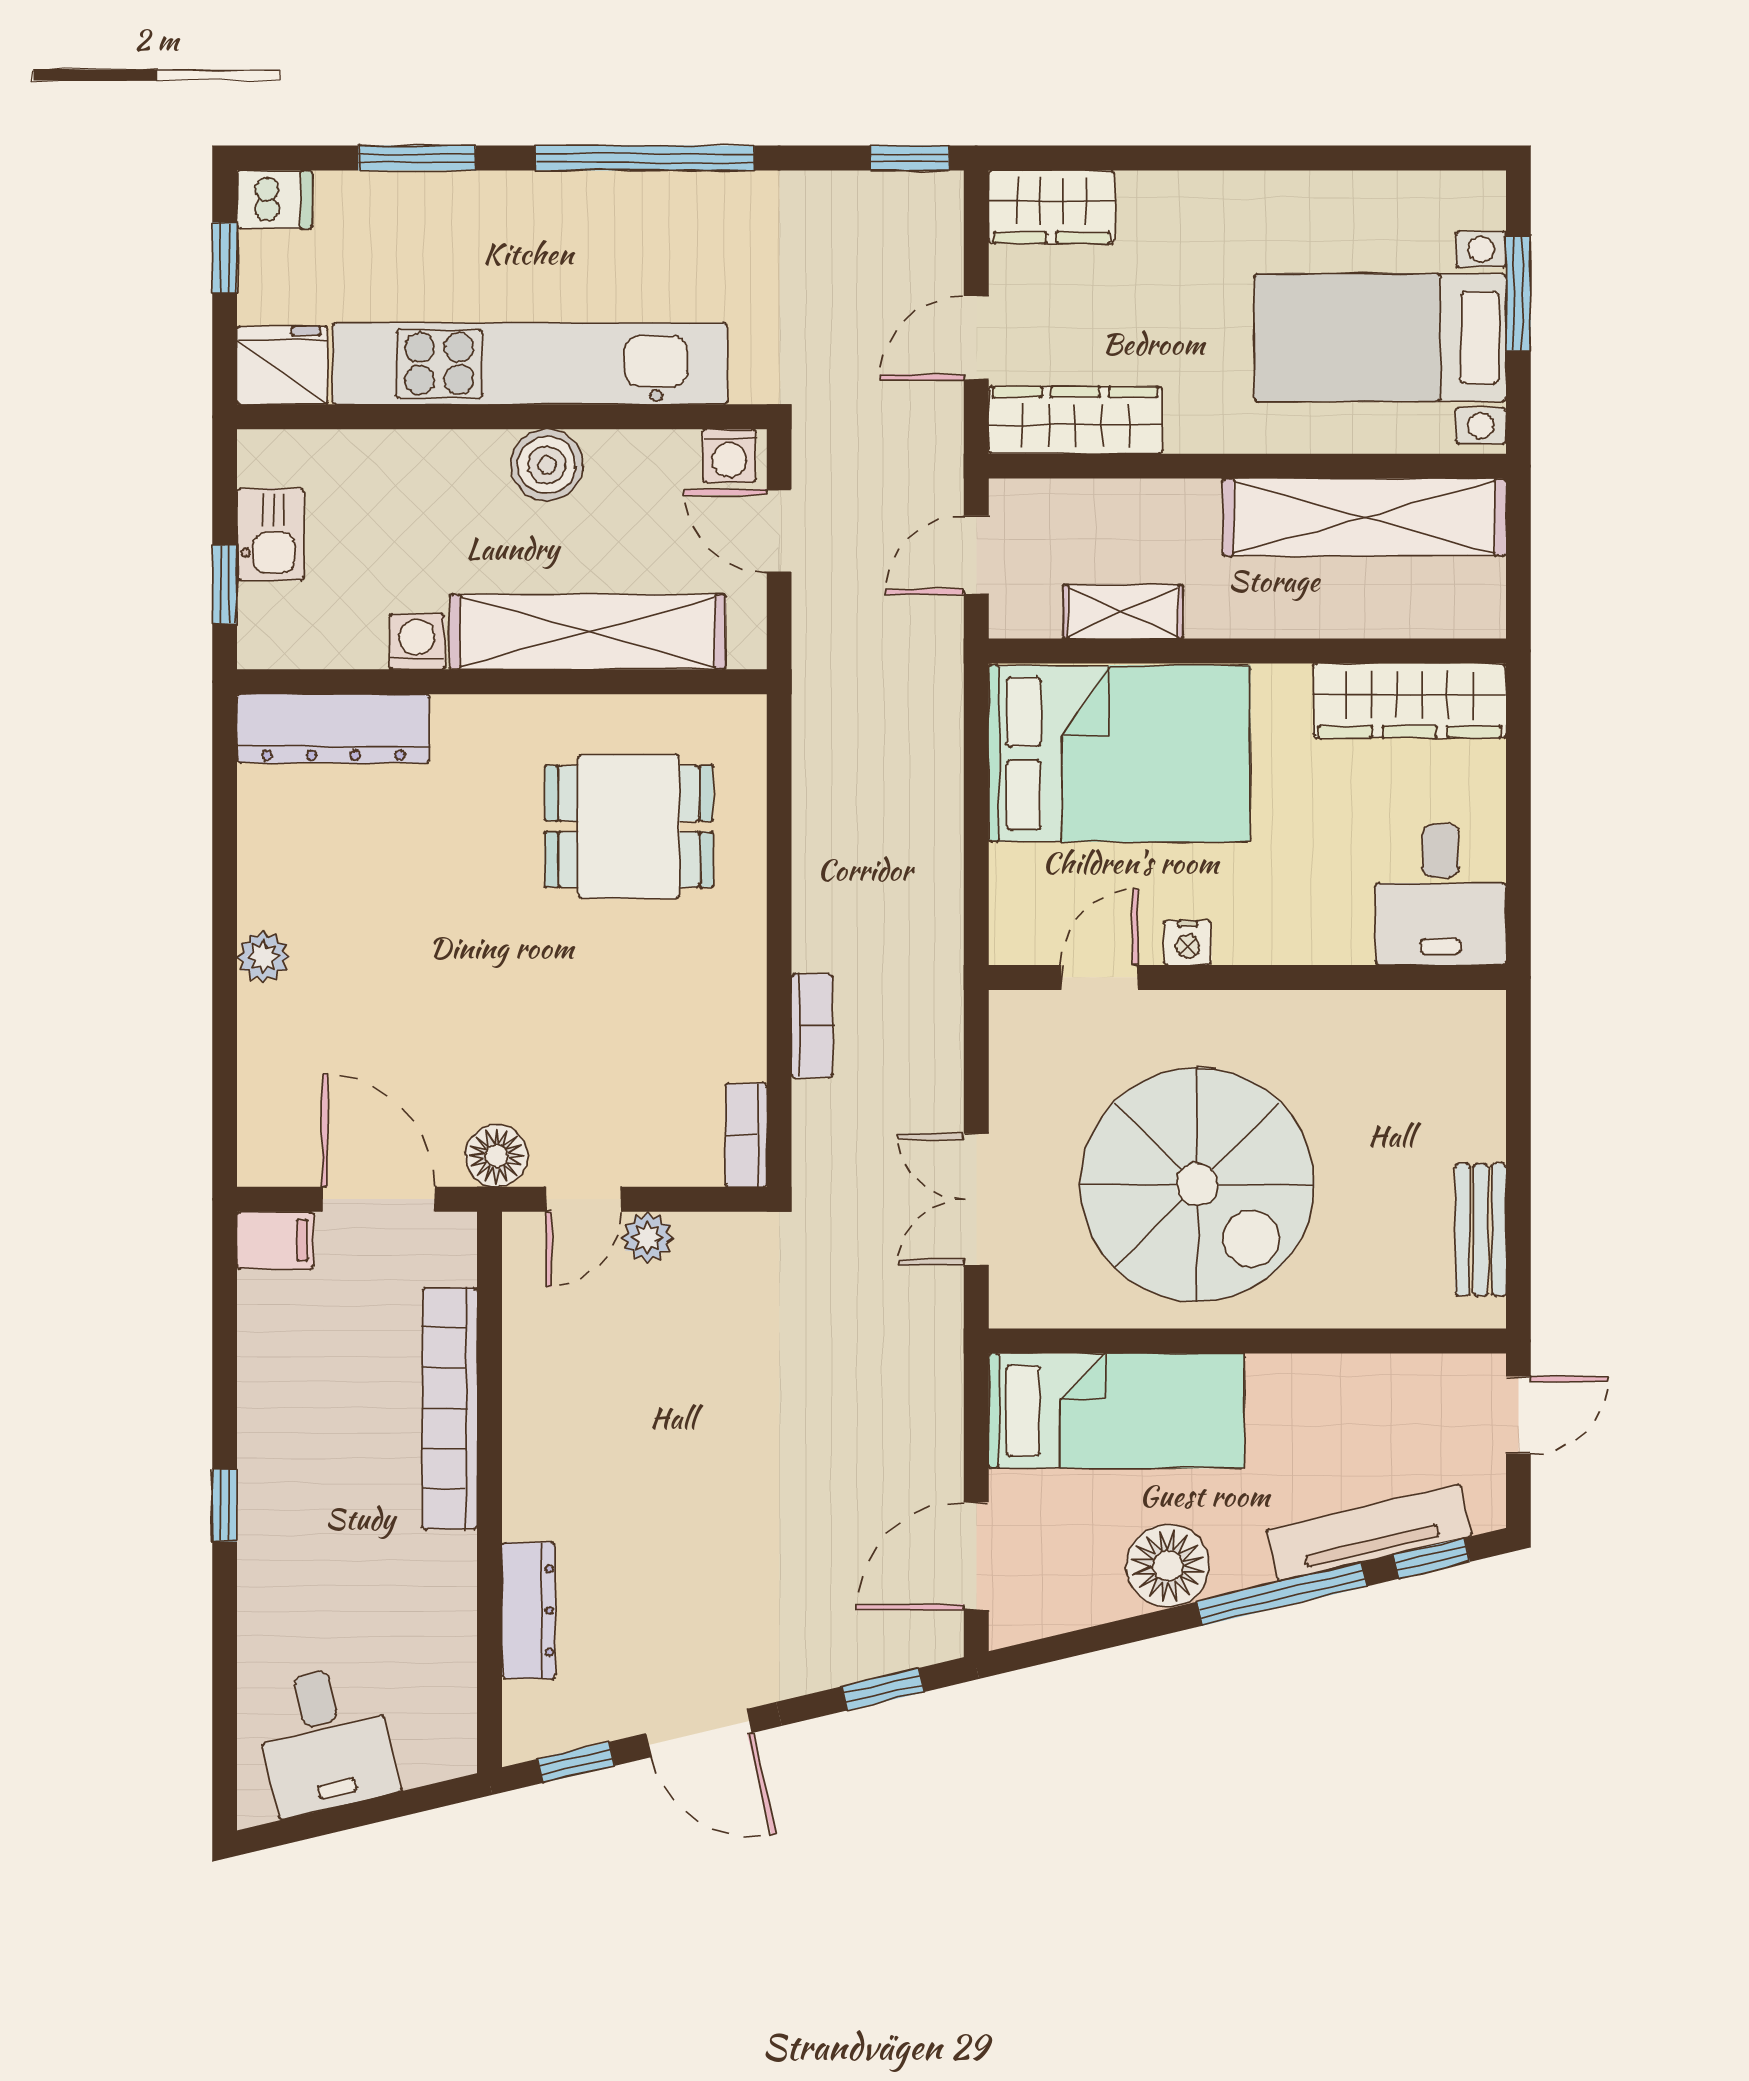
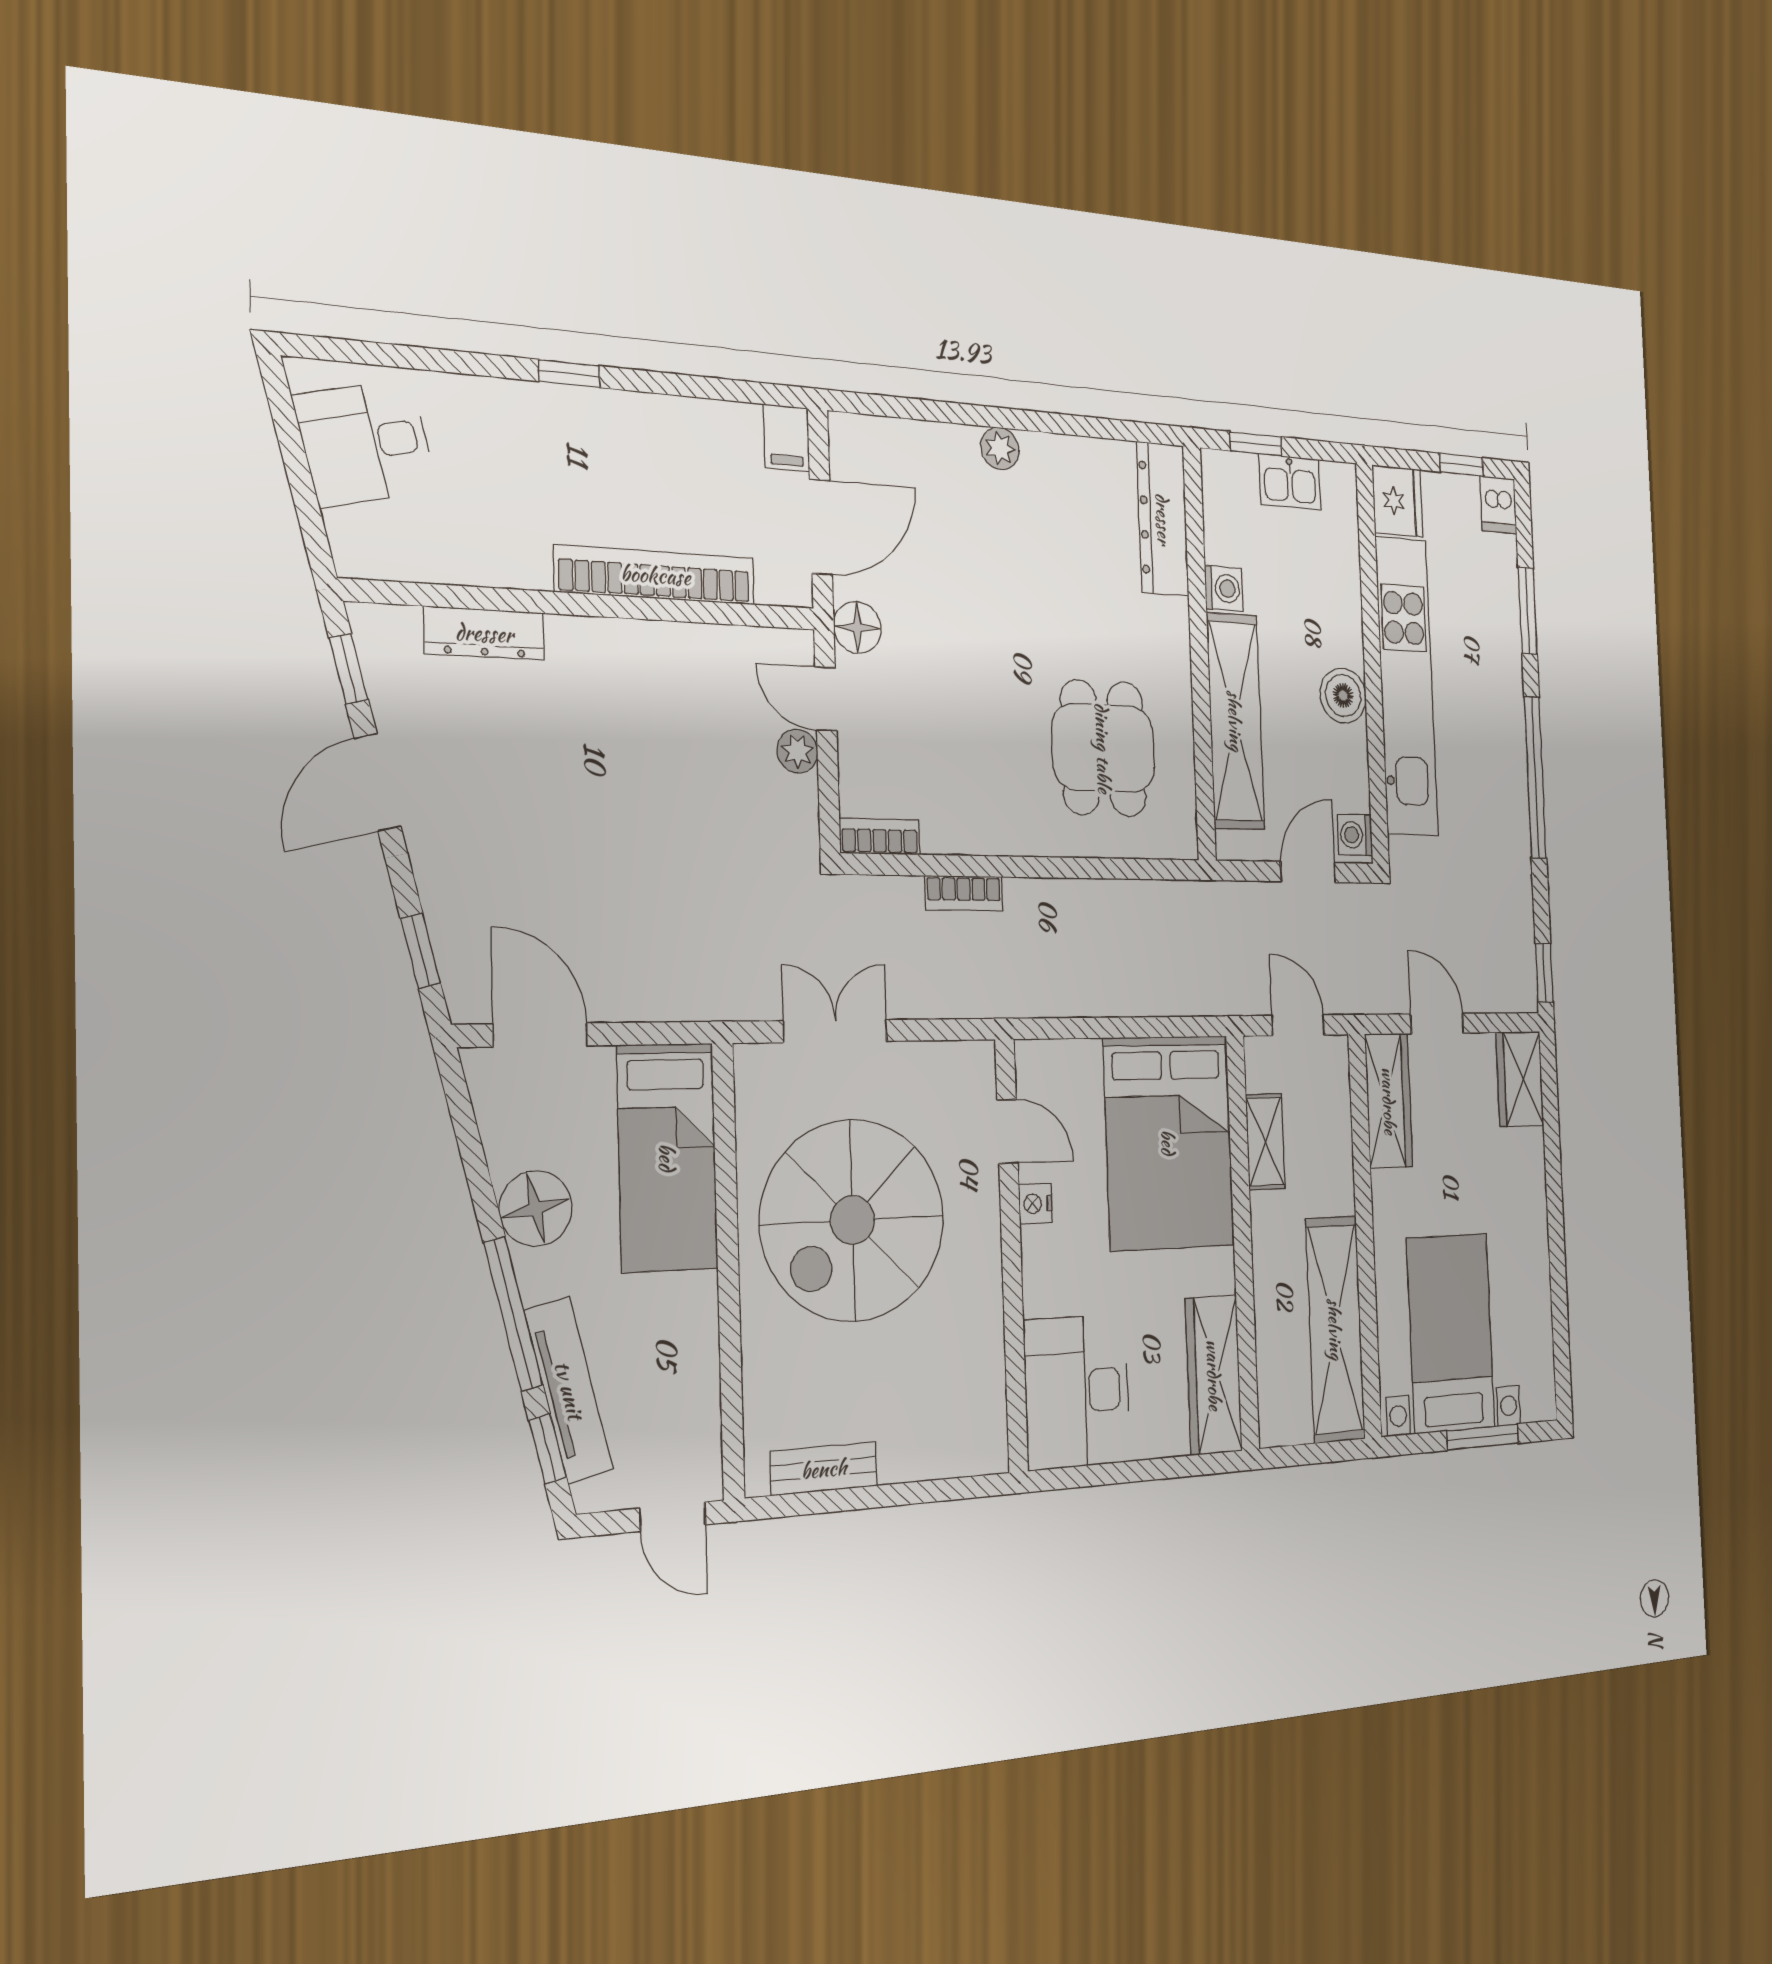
desk: (1441, 895) -> (1077, 1391), width x1.37

